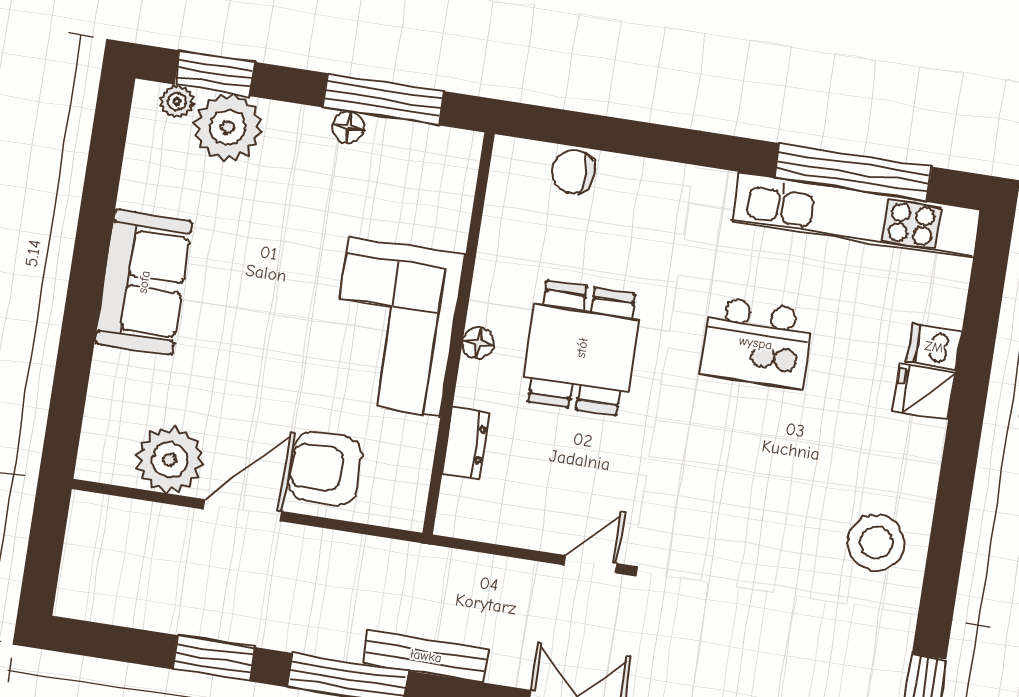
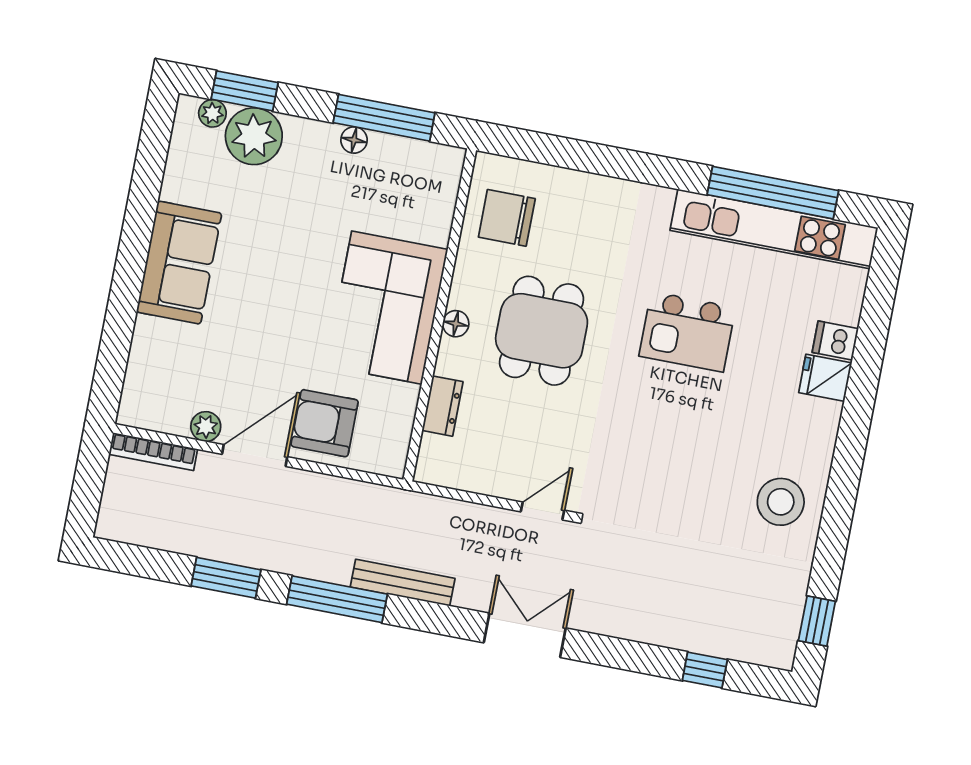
chair: (573, 172) -> (507, 218), moved, width x1.37, depth x1.37
plant: (170, 460) -> (206, 427), width x0.53, depth x0.53
bookcase: (121, 510) -> (153, 452), added

